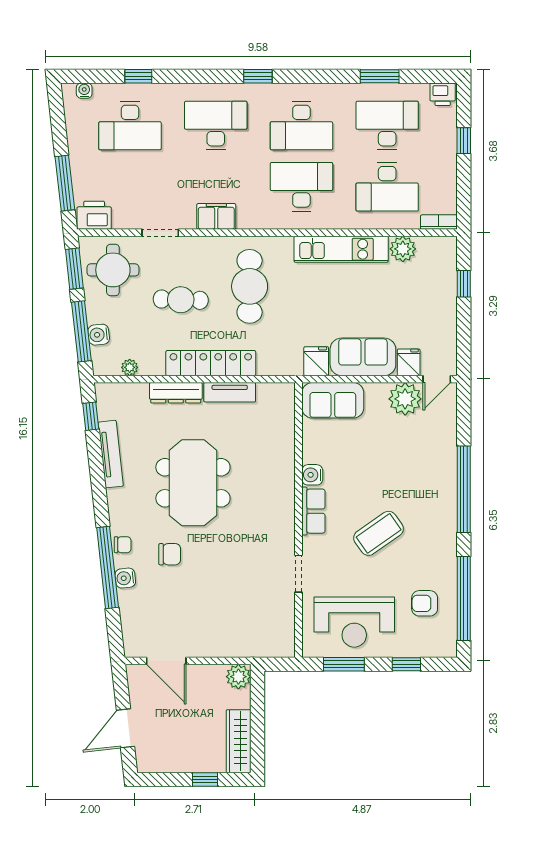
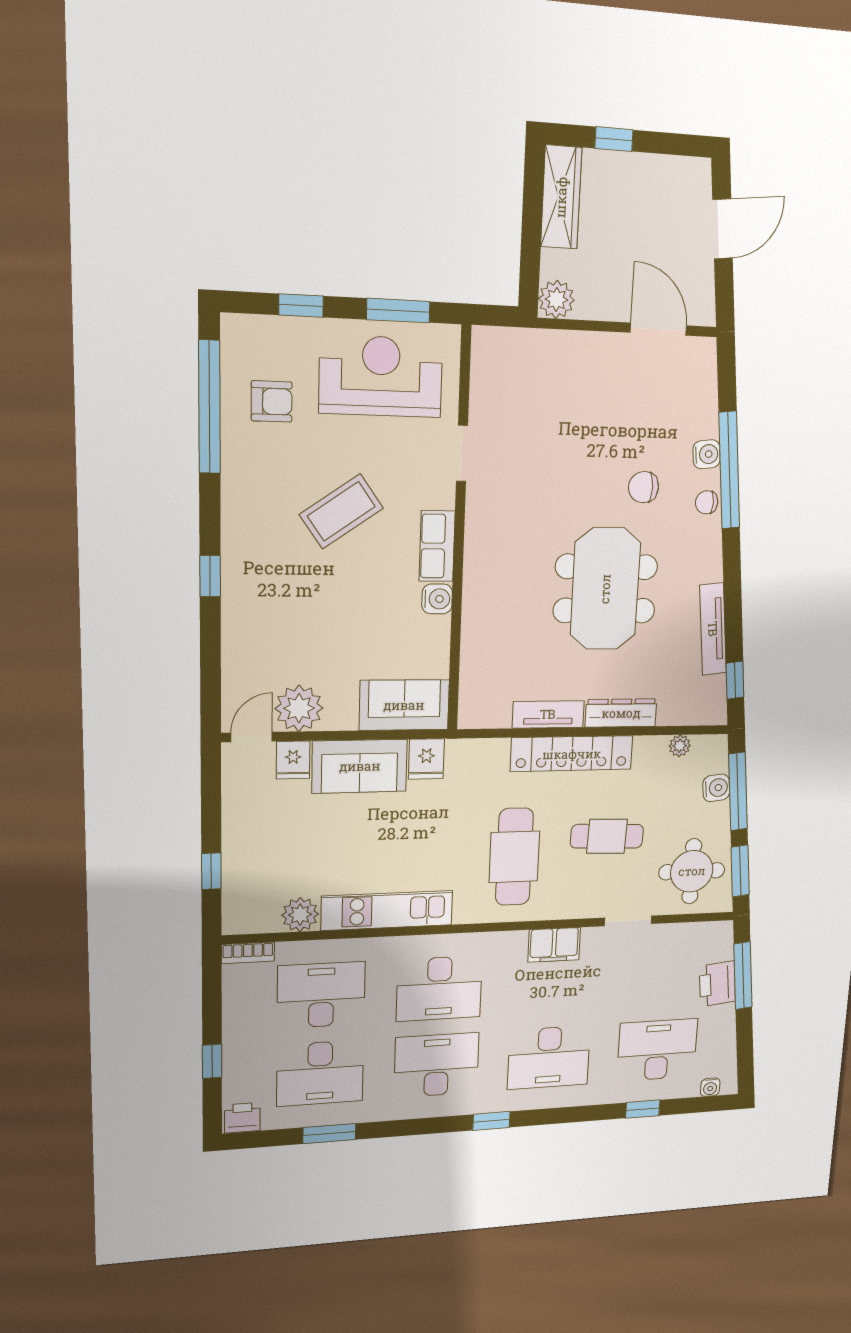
printer: (94, 215) -> (717, 984), moved, turned 84
window: (464, 489) -> (210, 576), width x0.32

